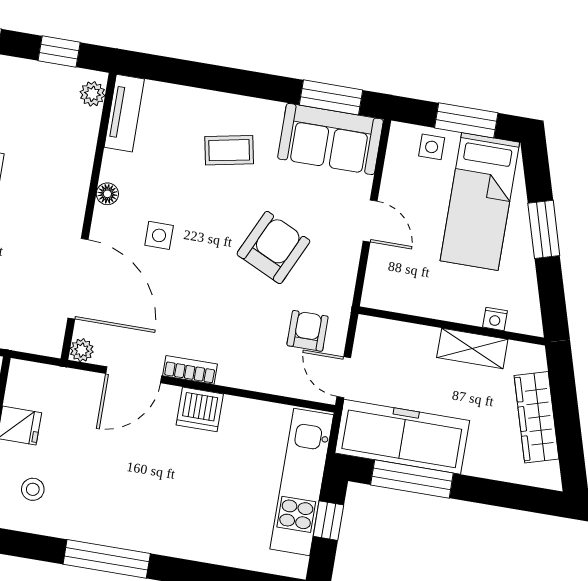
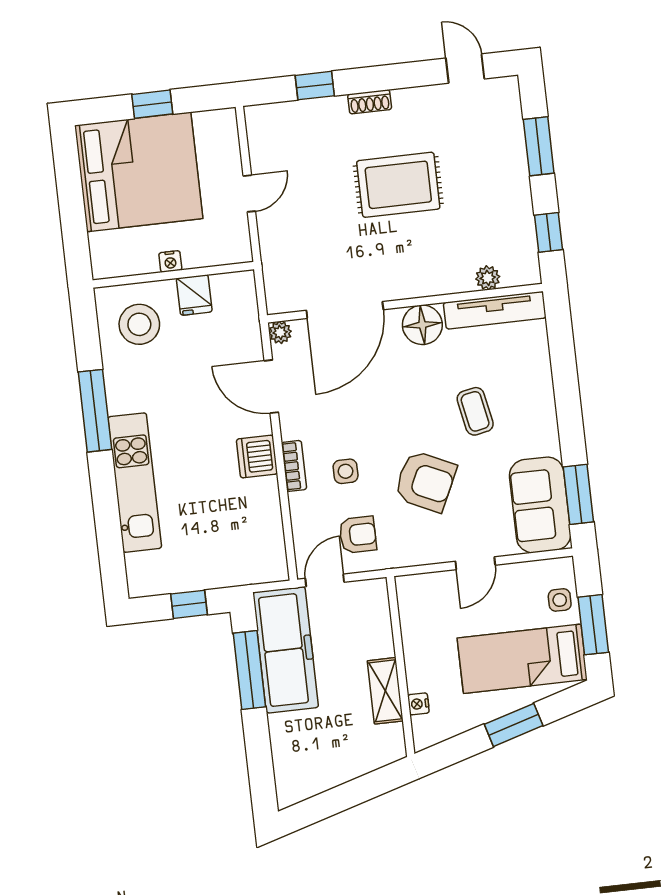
plant: (93, 94) -> (488, 278), moved
tv unit: (124, 113) -> (495, 310), width x1.41
coffee table: (229, 150) -> (475, 411), moved
floor lamp: (107, 194) -> (422, 325), width x1.89, depth x1.89
side table: (159, 235) -> (346, 471), moved
bookcase: (190, 370) -> (294, 466), moved
wardrobe: (537, 417) -> (339, 768), removed
kitchen unit: (302, 482) -> (135, 483), moved, turned 90
stool: (33, 489) -> (139, 324), width x1.89, depth x1.89

